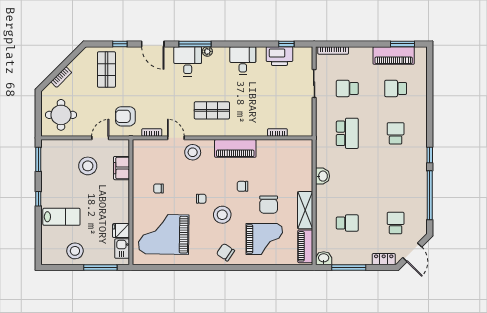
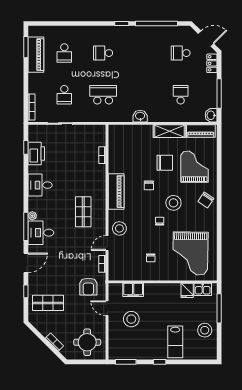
lab bench: (61, 217) -> (175, 342), turned 180

